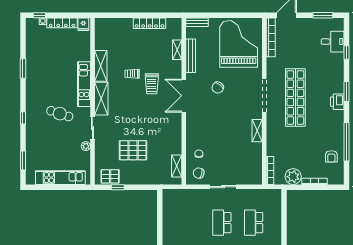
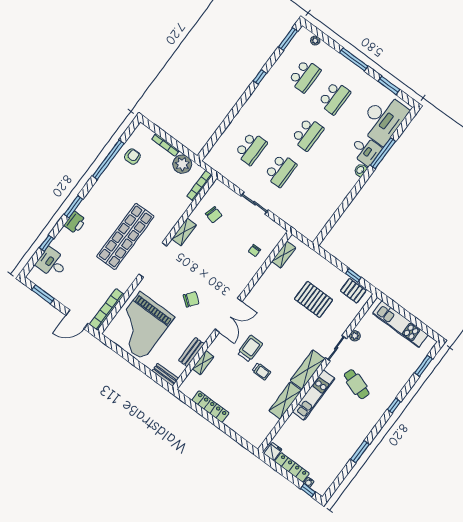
bench: (191, 56) -> (191, 352), width x0.73
printer: (337, 102) -> (75, 223), moved
chair: (199, 173) -> (214, 215), moved

